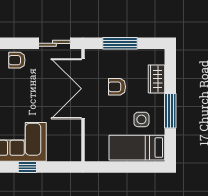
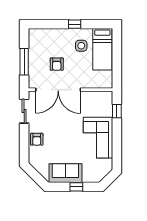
wardrobe: (156, 79) -> (51, 34), removed
window: (170, 111) -> (75, 24), width x0.46
window: (27, 167) -> (117, 111), moved

